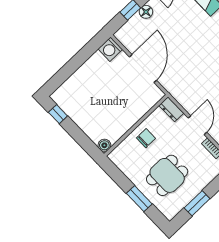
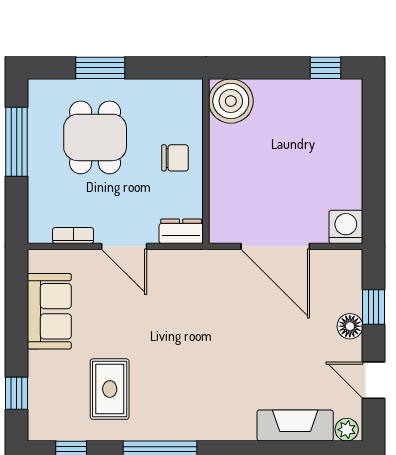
chair: (146, 138) -> (175, 158), turned -90
boiler: (104, 145) -> (231, 101), width x1.86, depth x1.86
window: (197, 203) -> (17, 142), width x1.44

